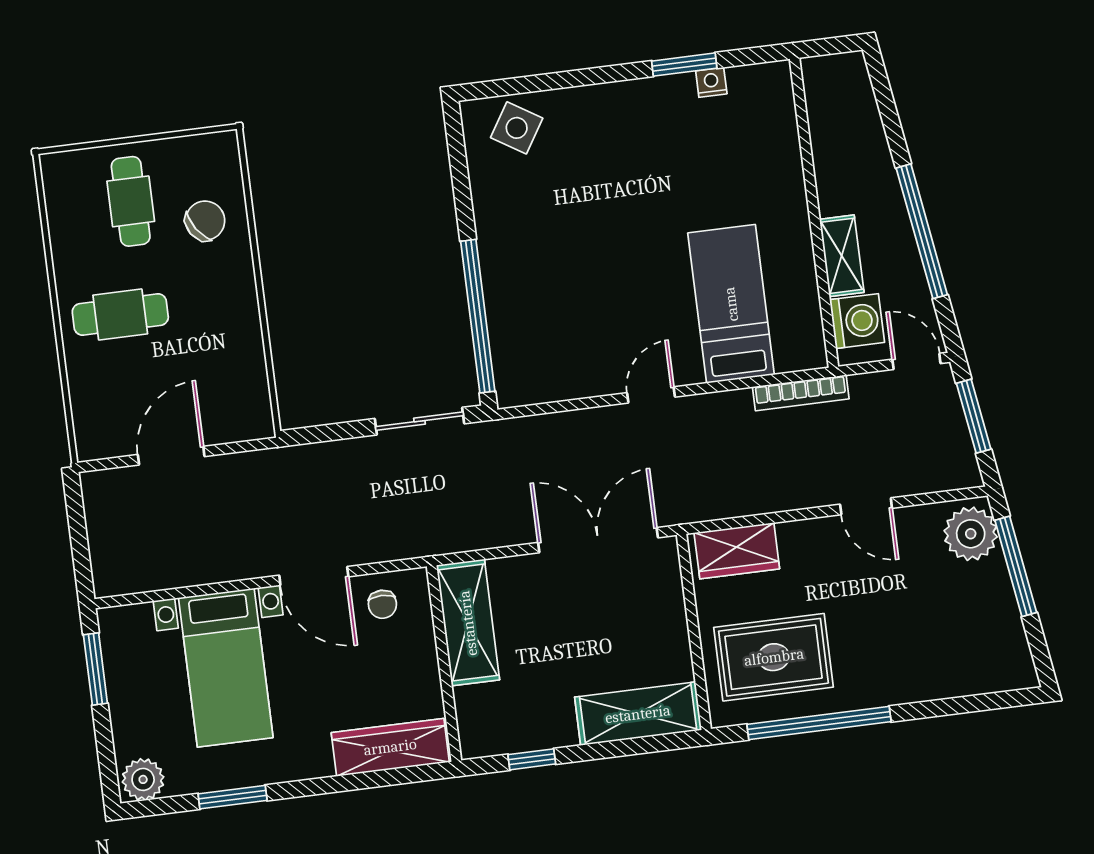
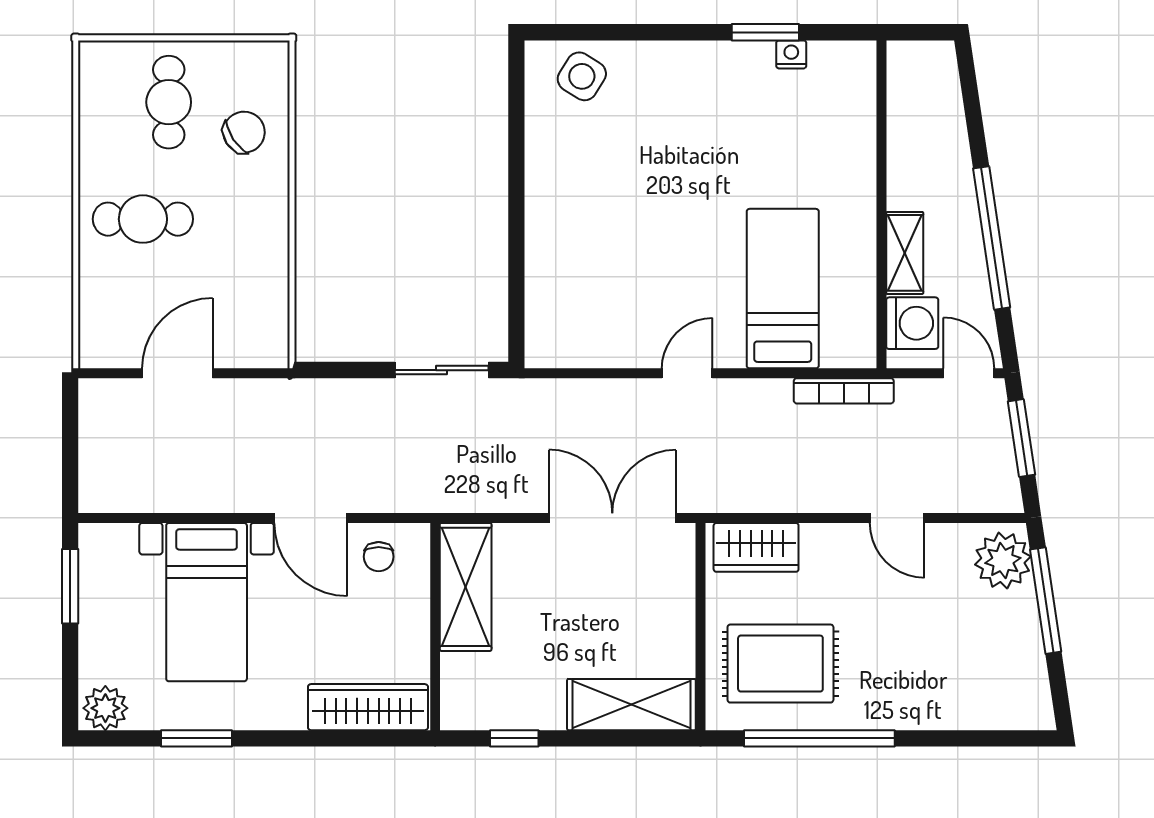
window: (478, 316) -> (516, 268), removed

